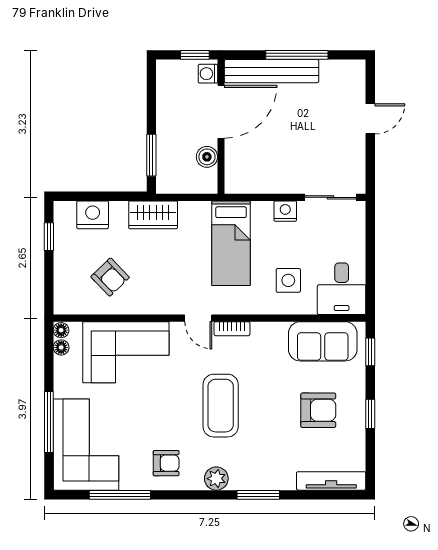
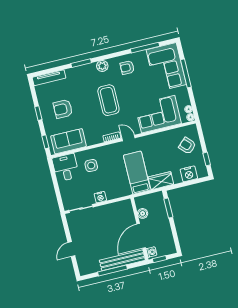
bed: (231, 243) -> (137, 173), moved
armchair: (110, 277) -> (187, 146), moved

